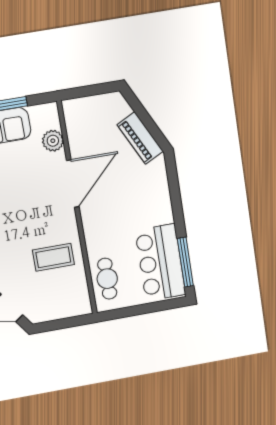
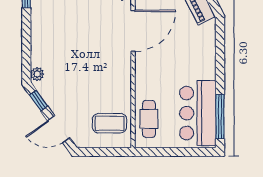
coffee table: (53, 257) -> (109, 123), moved

